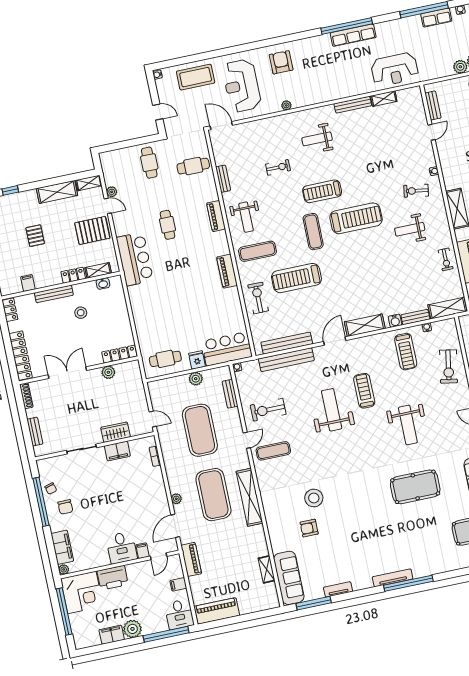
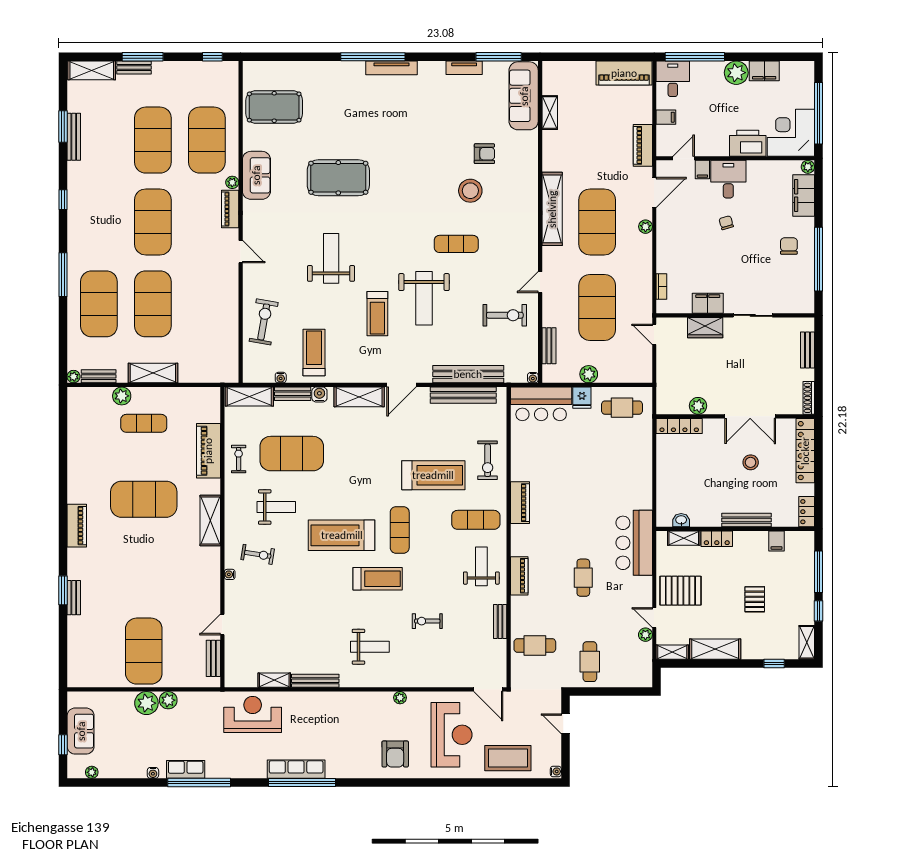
exercise mat: (407, 272) -> (292, 454), added
stool: (81, 313) -> (751, 462), moved
exercise mat: (273, 451) -> (456, 244), moved
chair: (51, 489) -> (726, 223), moved

